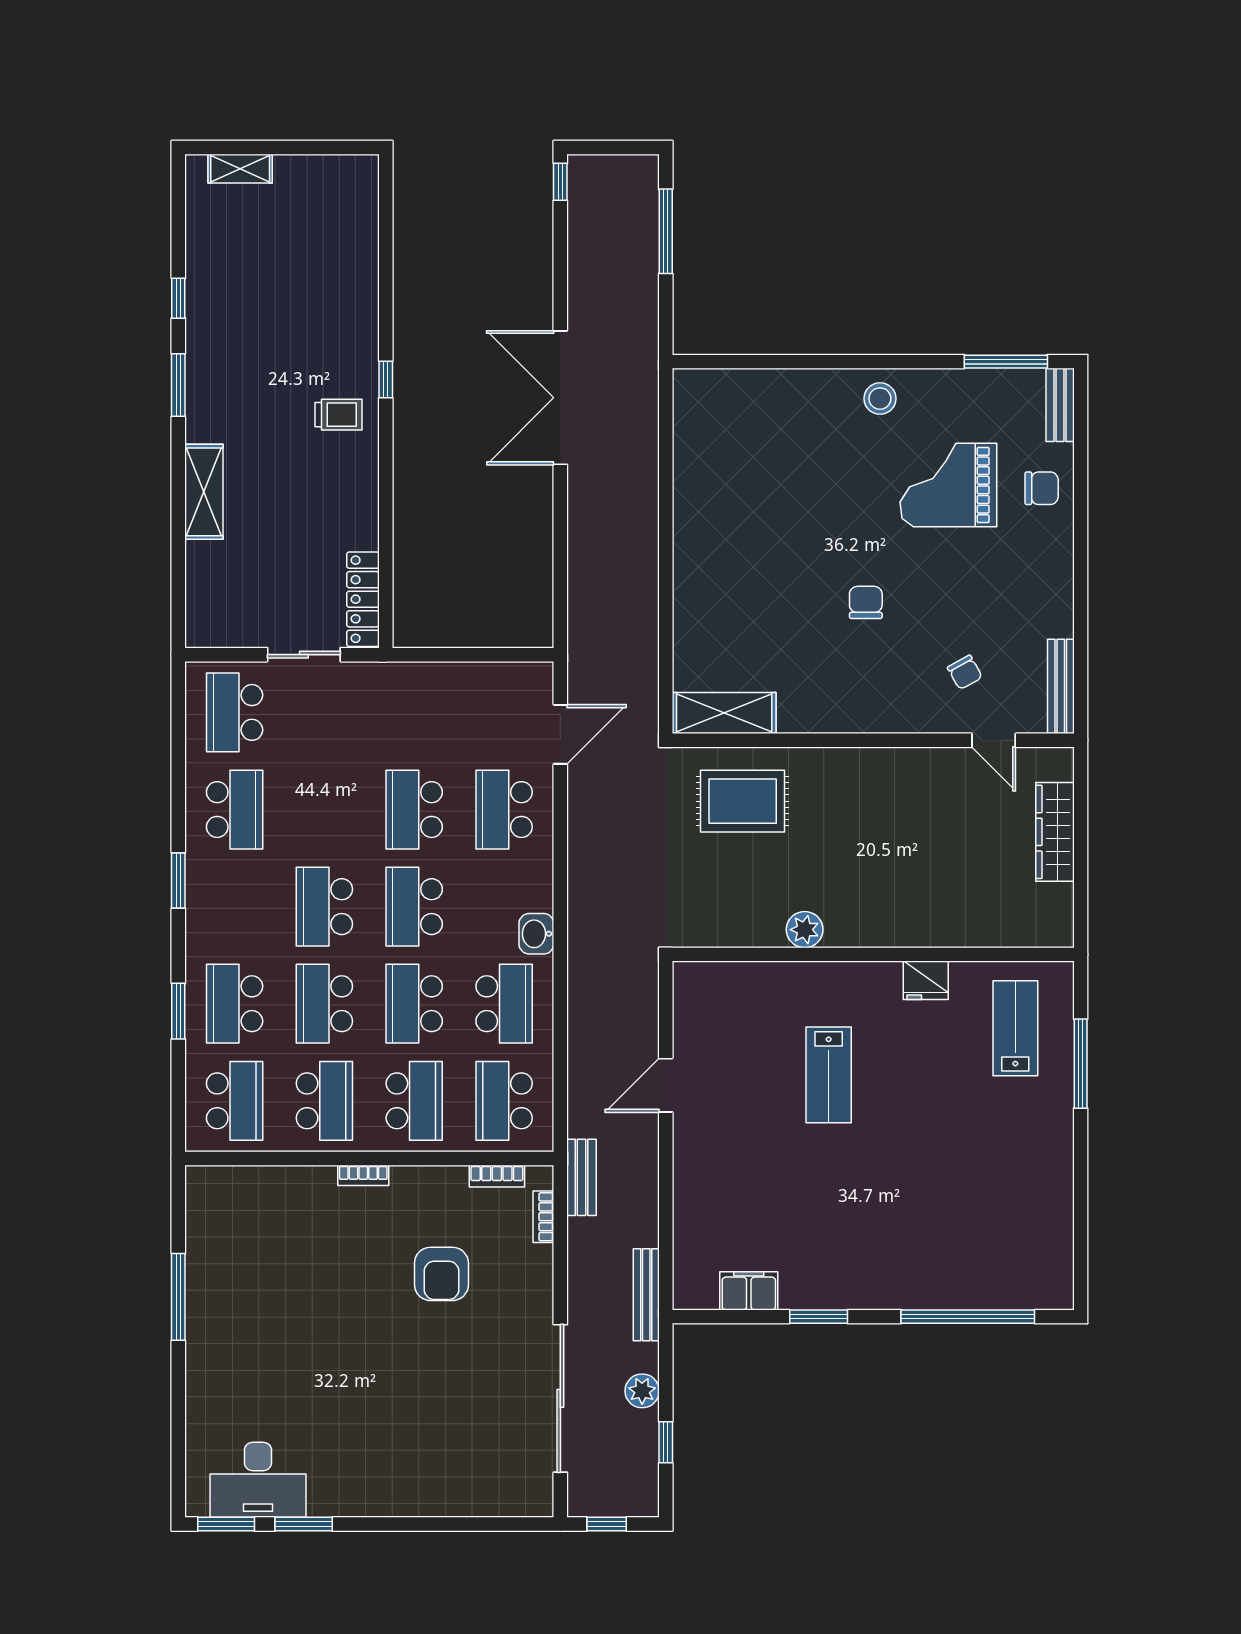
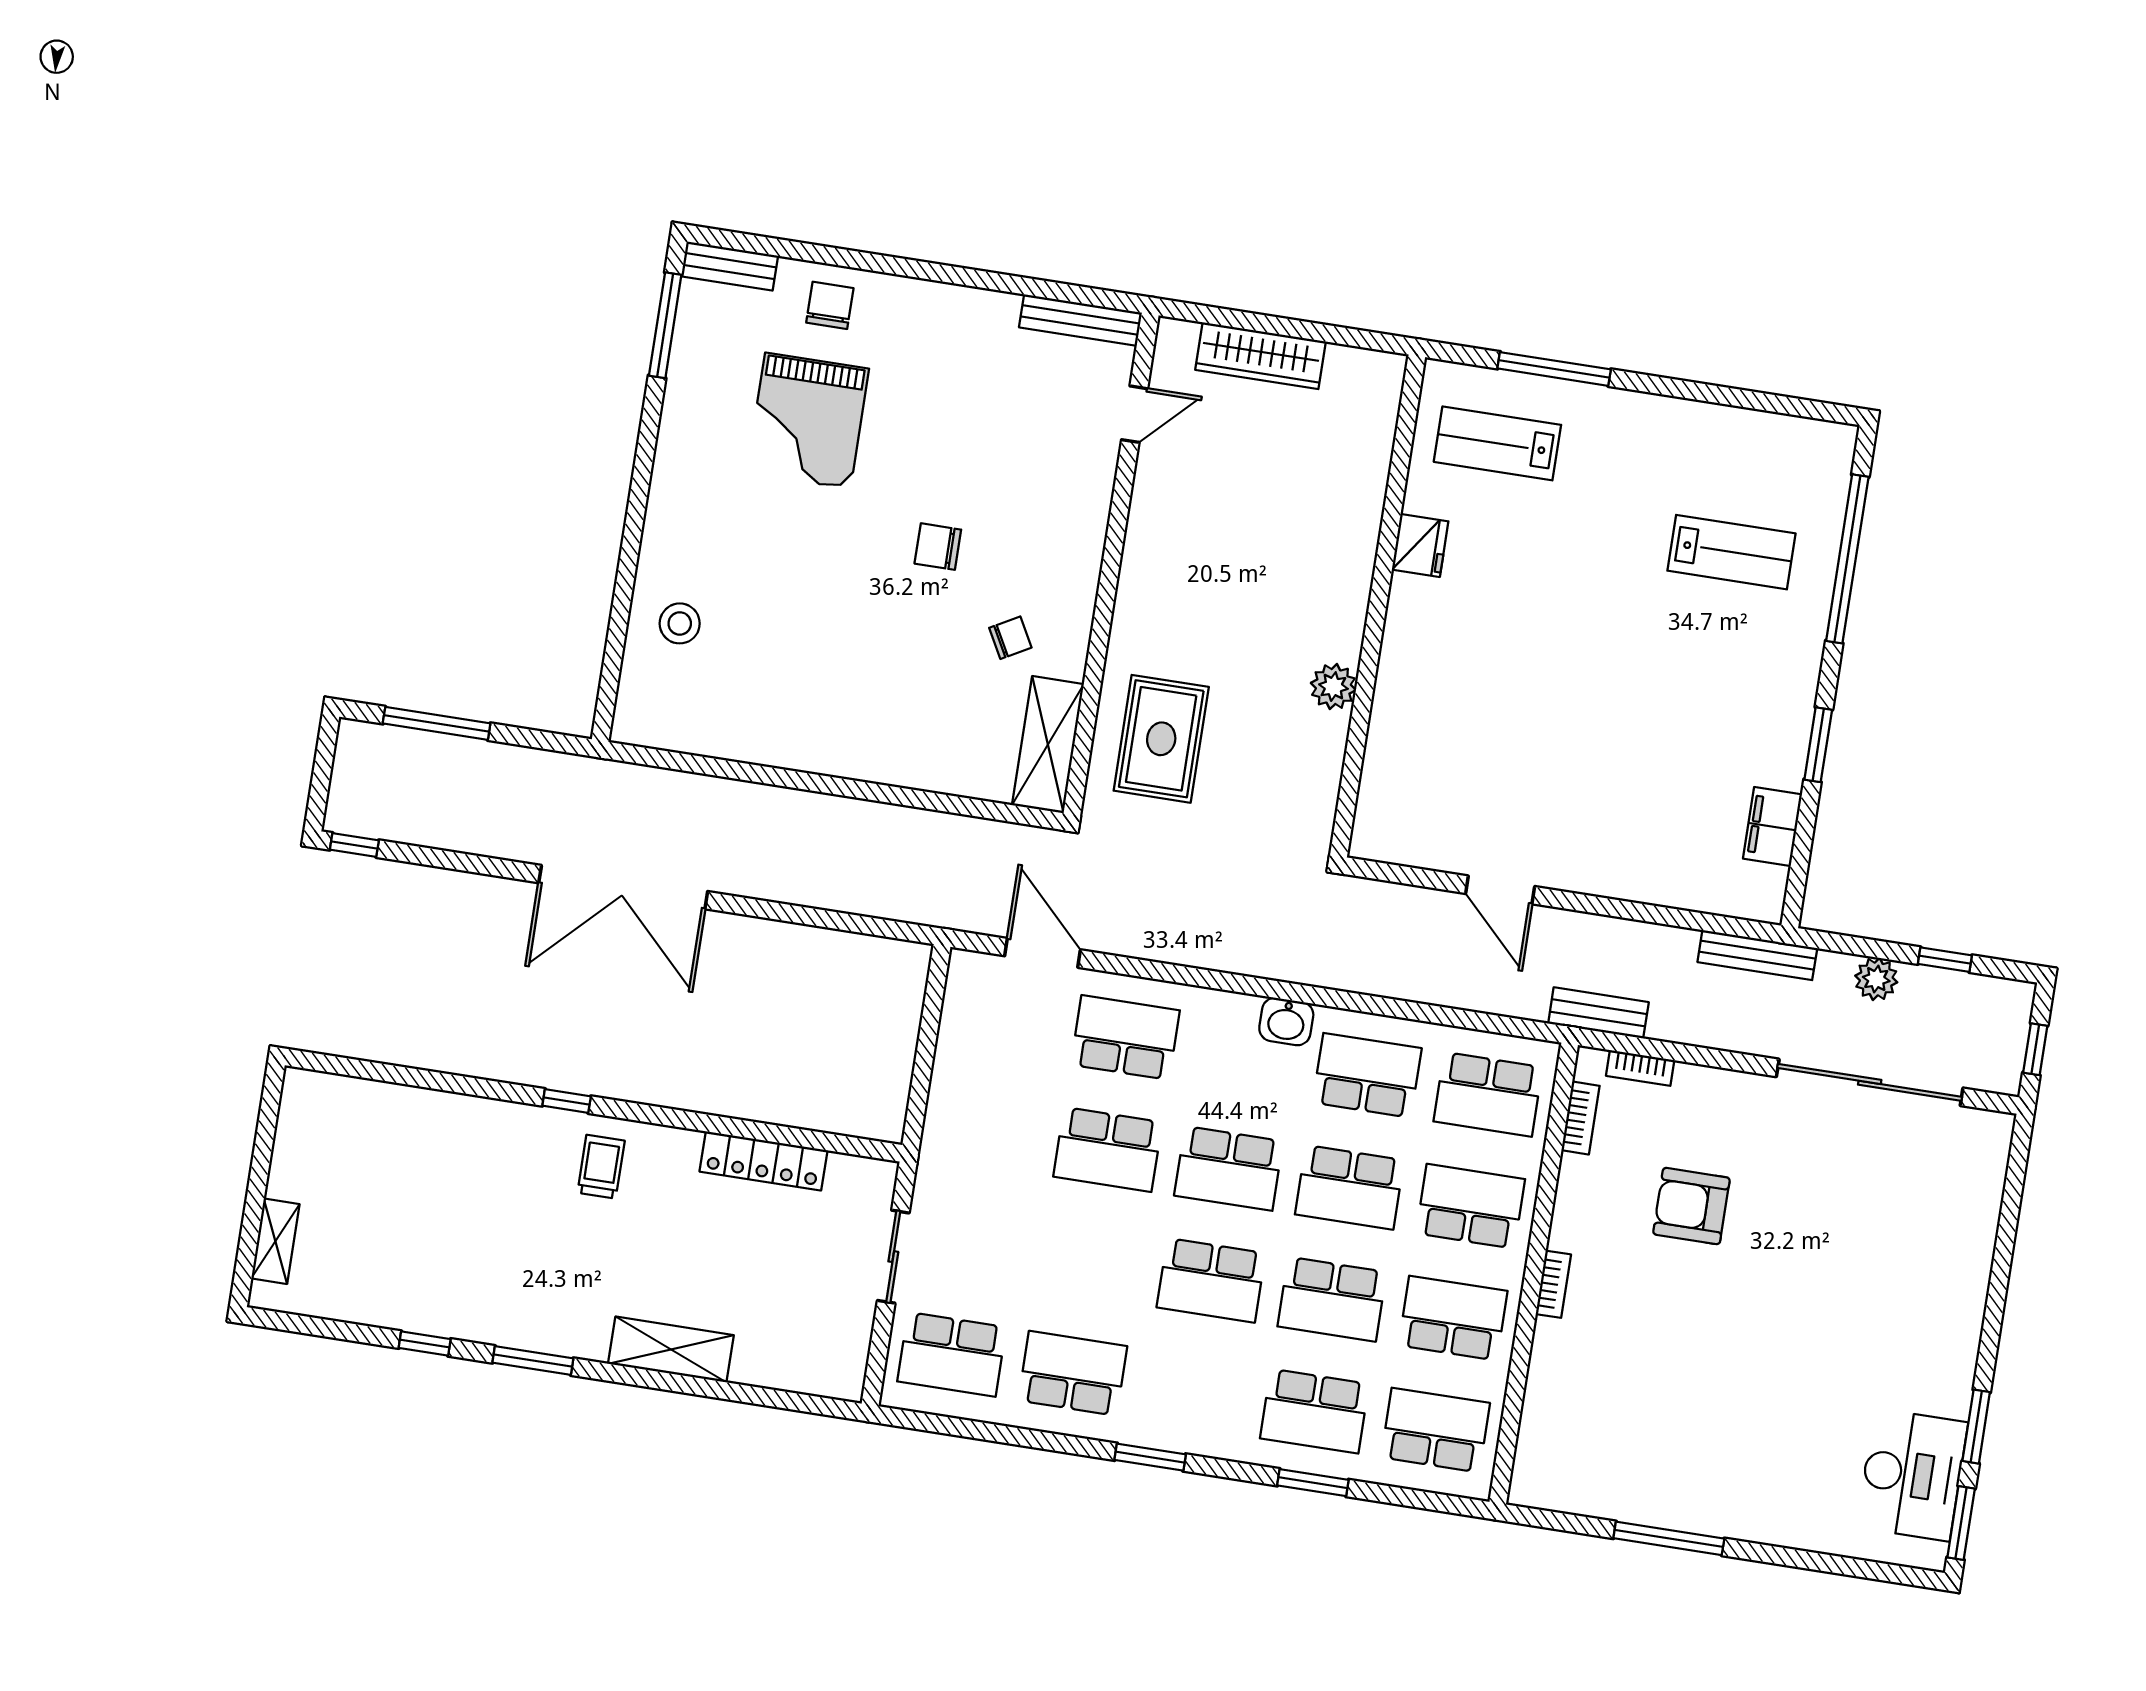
stool: (880, 399) -> (680, 623), moved
locker: (363, 599) -> (763, 1161), moved
chair: (965, 672) -> (1010, 638), moved
school desk: (504, 810) -> (1125, 1038), turned 180
lab bench: (829, 1075) -> (1732, 552), moved
armchair: (441, 1274) -> (1691, 1206), turned 180

